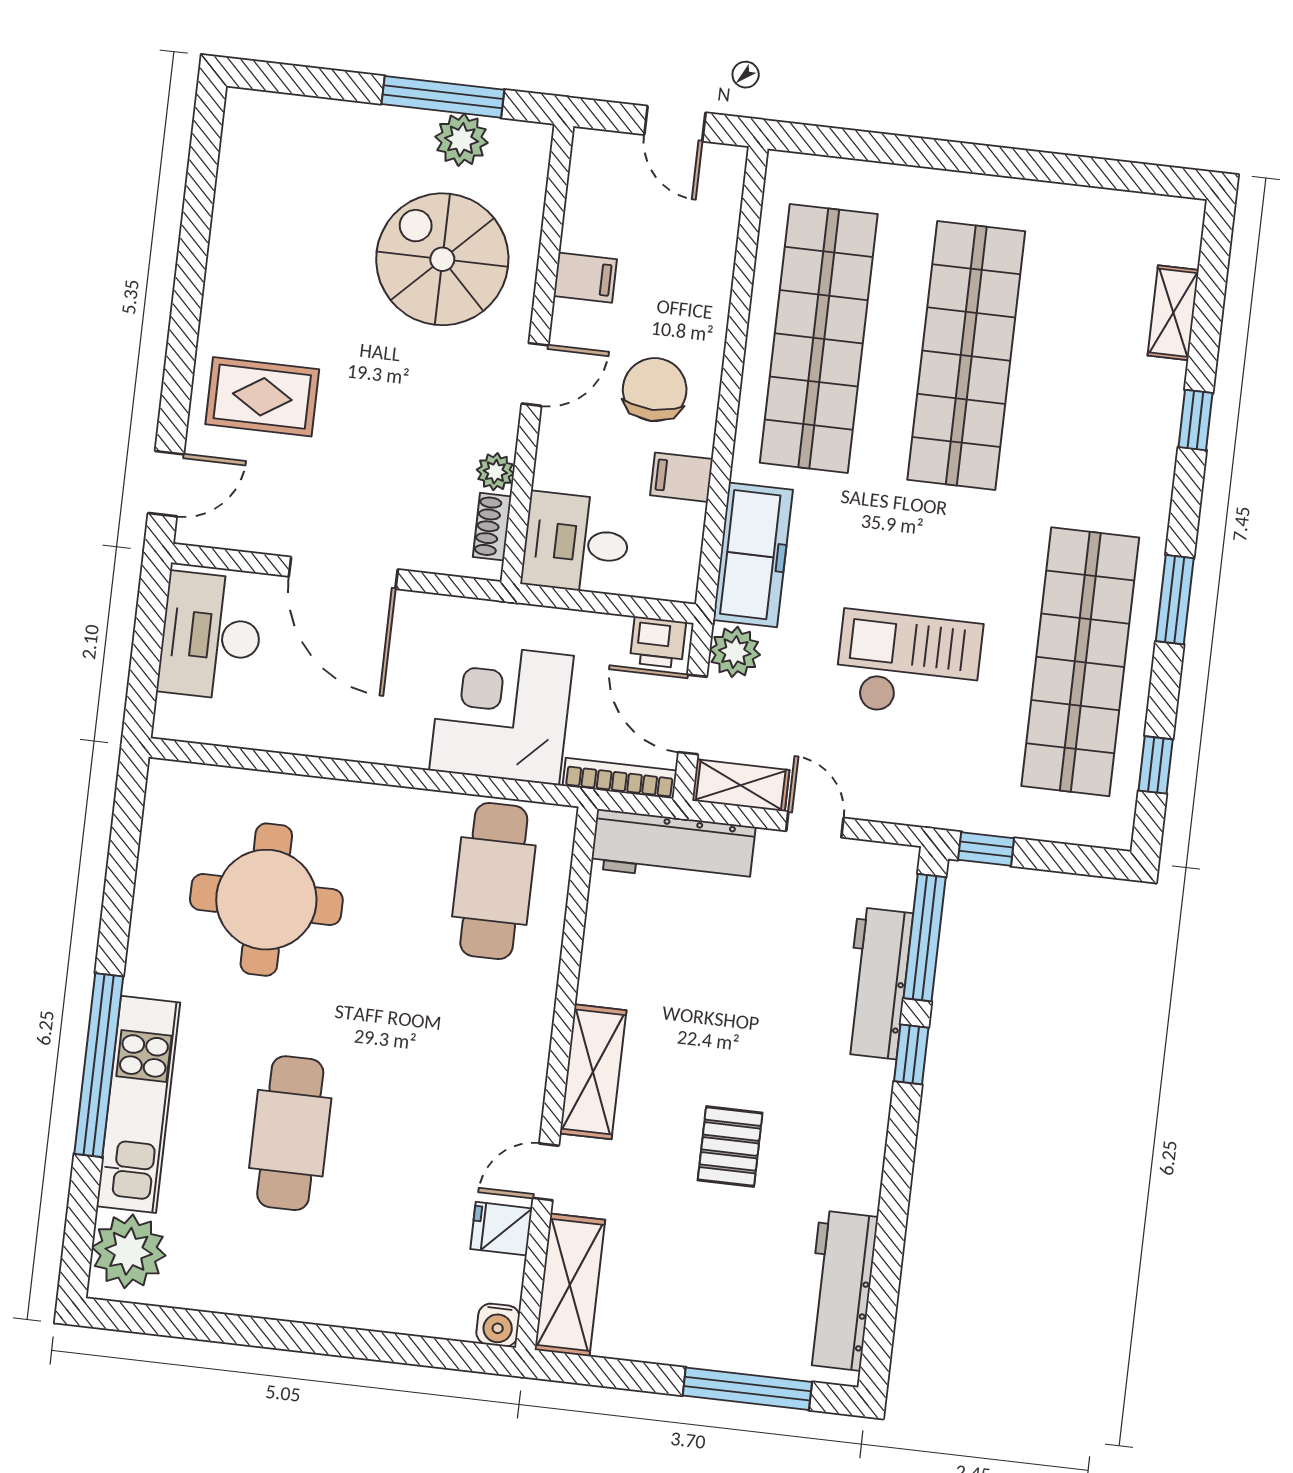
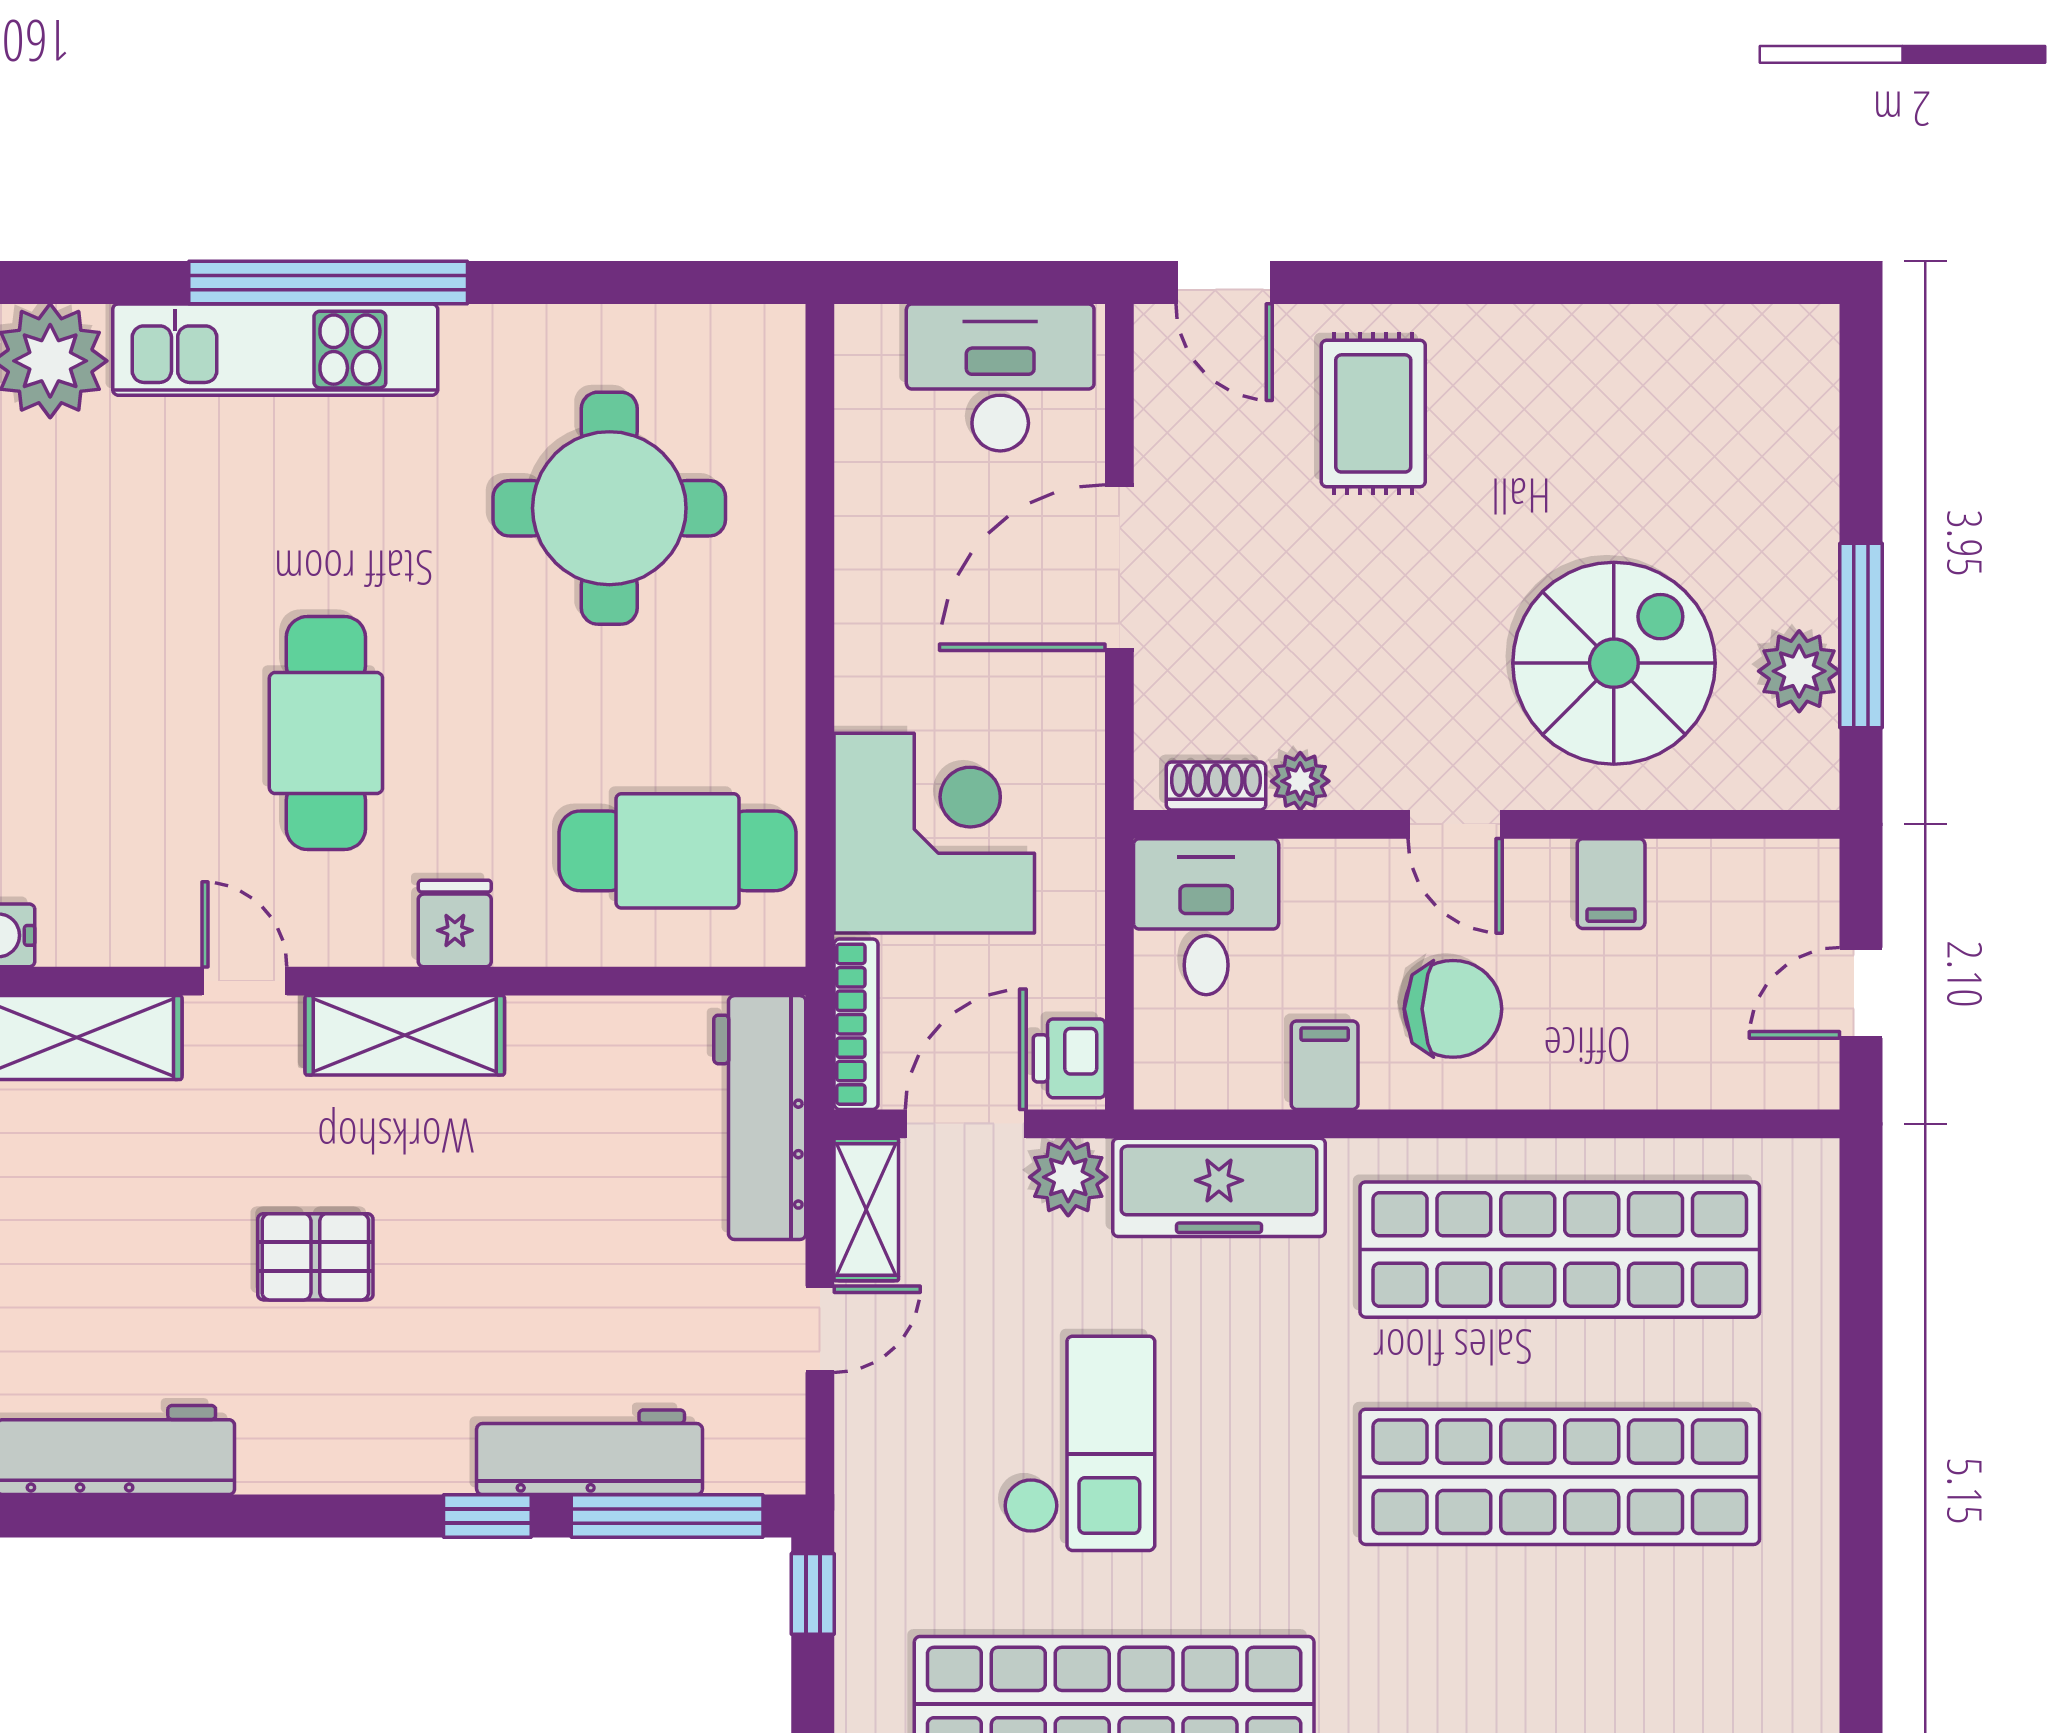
cafe table: (290, 1133) -> (326, 733), moved, turned 90
fridge: (501, 1229) -> (455, 923), moved

